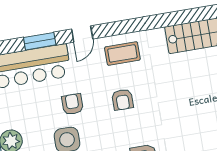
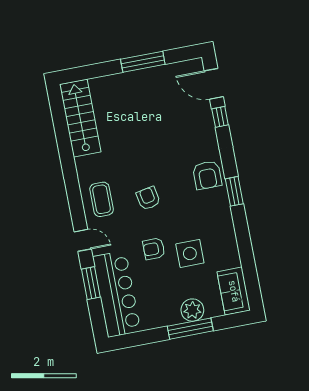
armchair: (122, 100) -> (148, 198), turned -101

